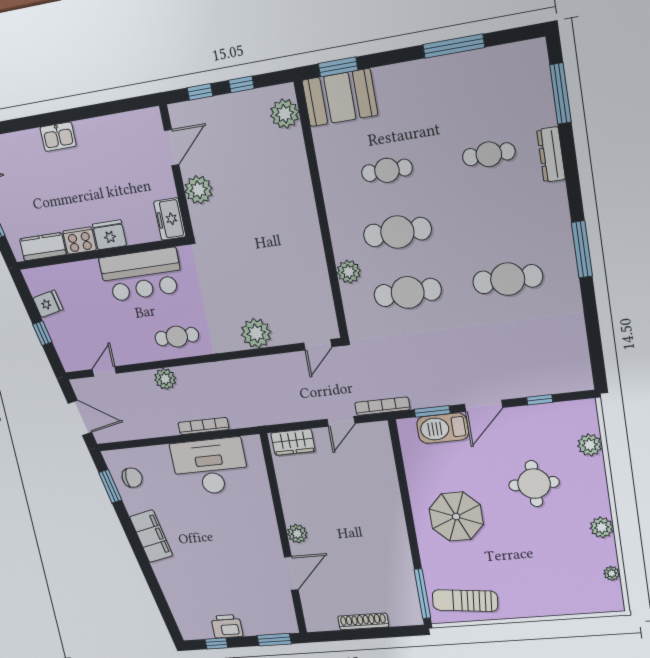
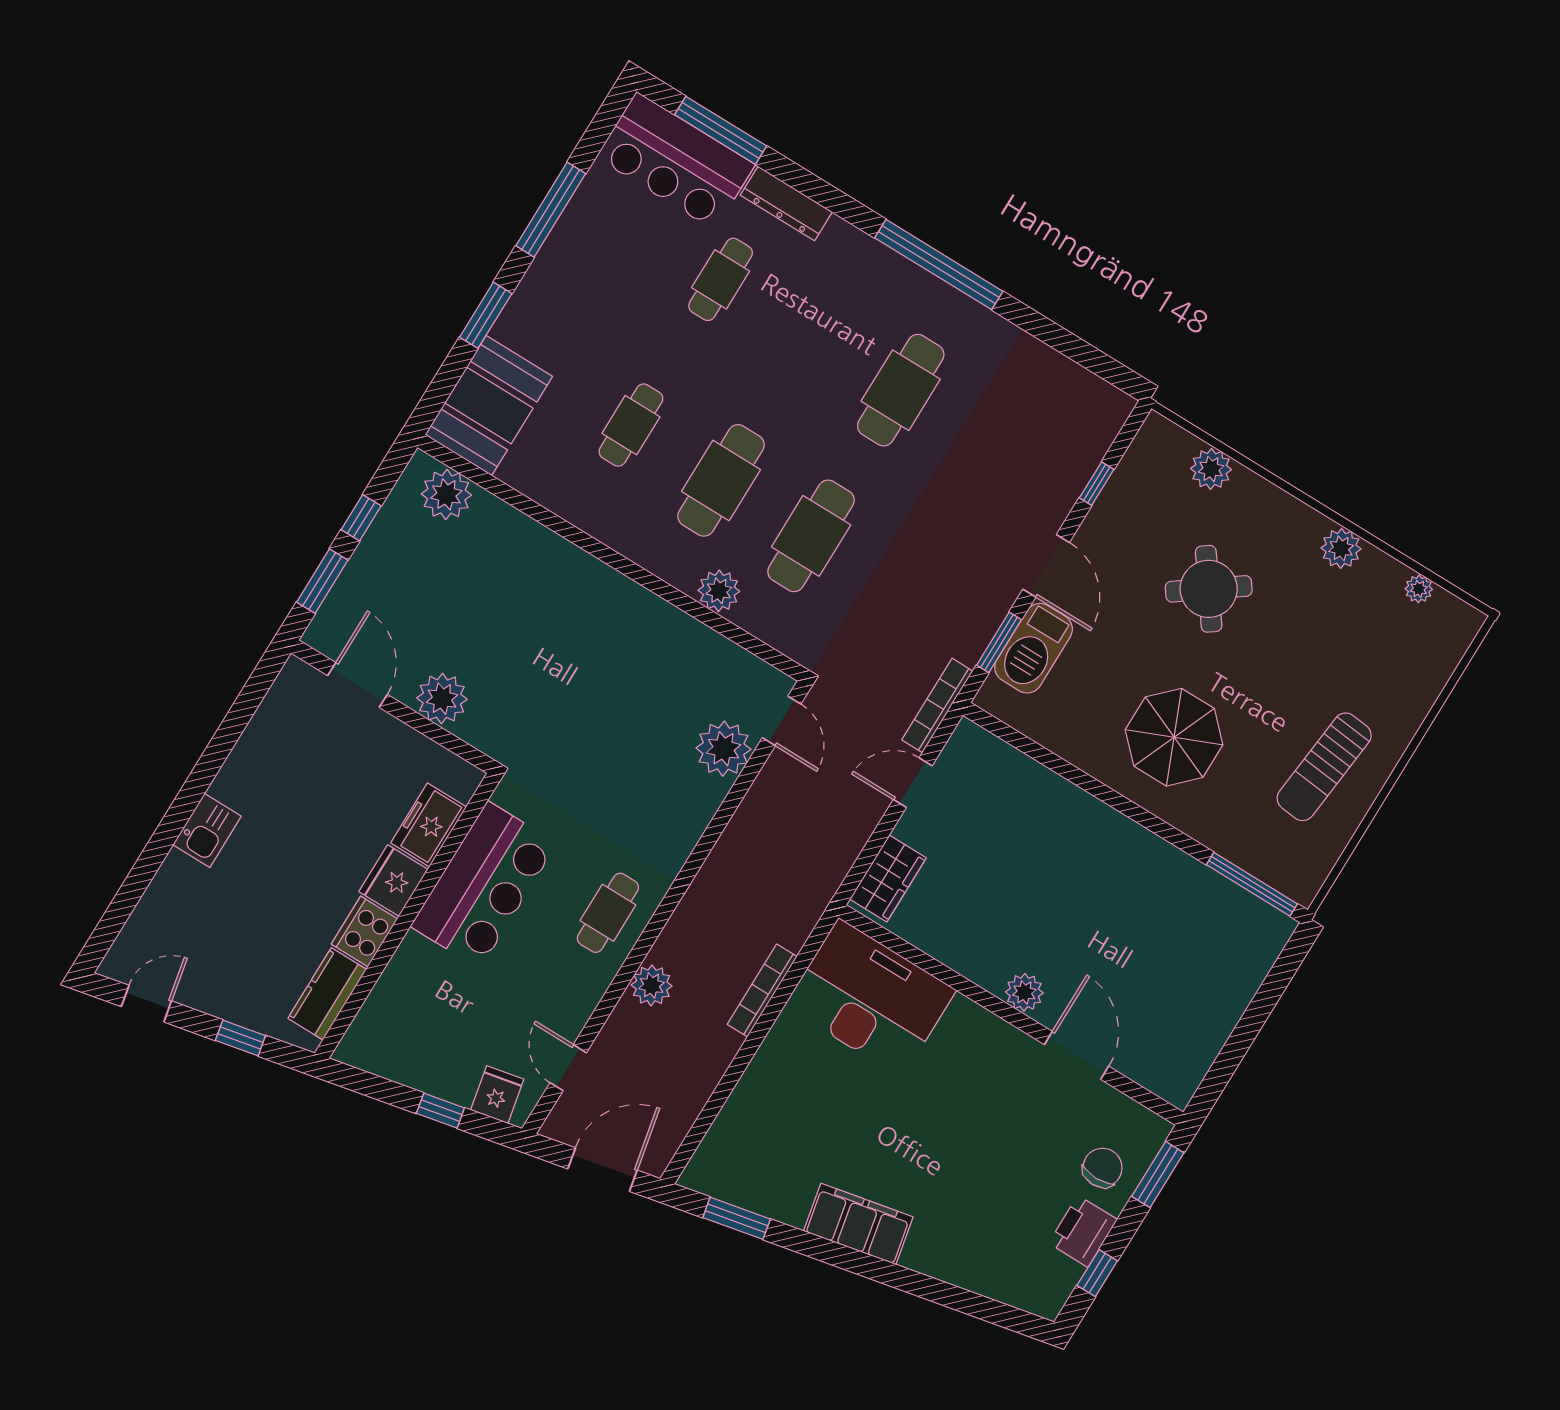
window: (338, 67) -> (486, 315), moved
bar counter: (527, 85) -> (676, 161), added
window: (200, 92) -> (322, 581), width x1.50
freezer: (170, 219) -> (429, 825), moved, turned 90
window: (582, 249) -> (939, 265), width x1.46
fridge: (48, 304) -> (497, 1095), moved
plant: (256, 333) -> (723, 749), moved
door: (341, 421) -> (913, 783), swing flipped
desk: (210, 467) -> (870, 998), moved, turned 90
chair: (132, 478) -> (1103, 1168), moved
round table: (534, 484) -> (1209, 589), turned -36
sun lounger: (465, 601) -> (1324, 767), moved
shoe rack: (363, 621) -> (1229, 1010), removed

